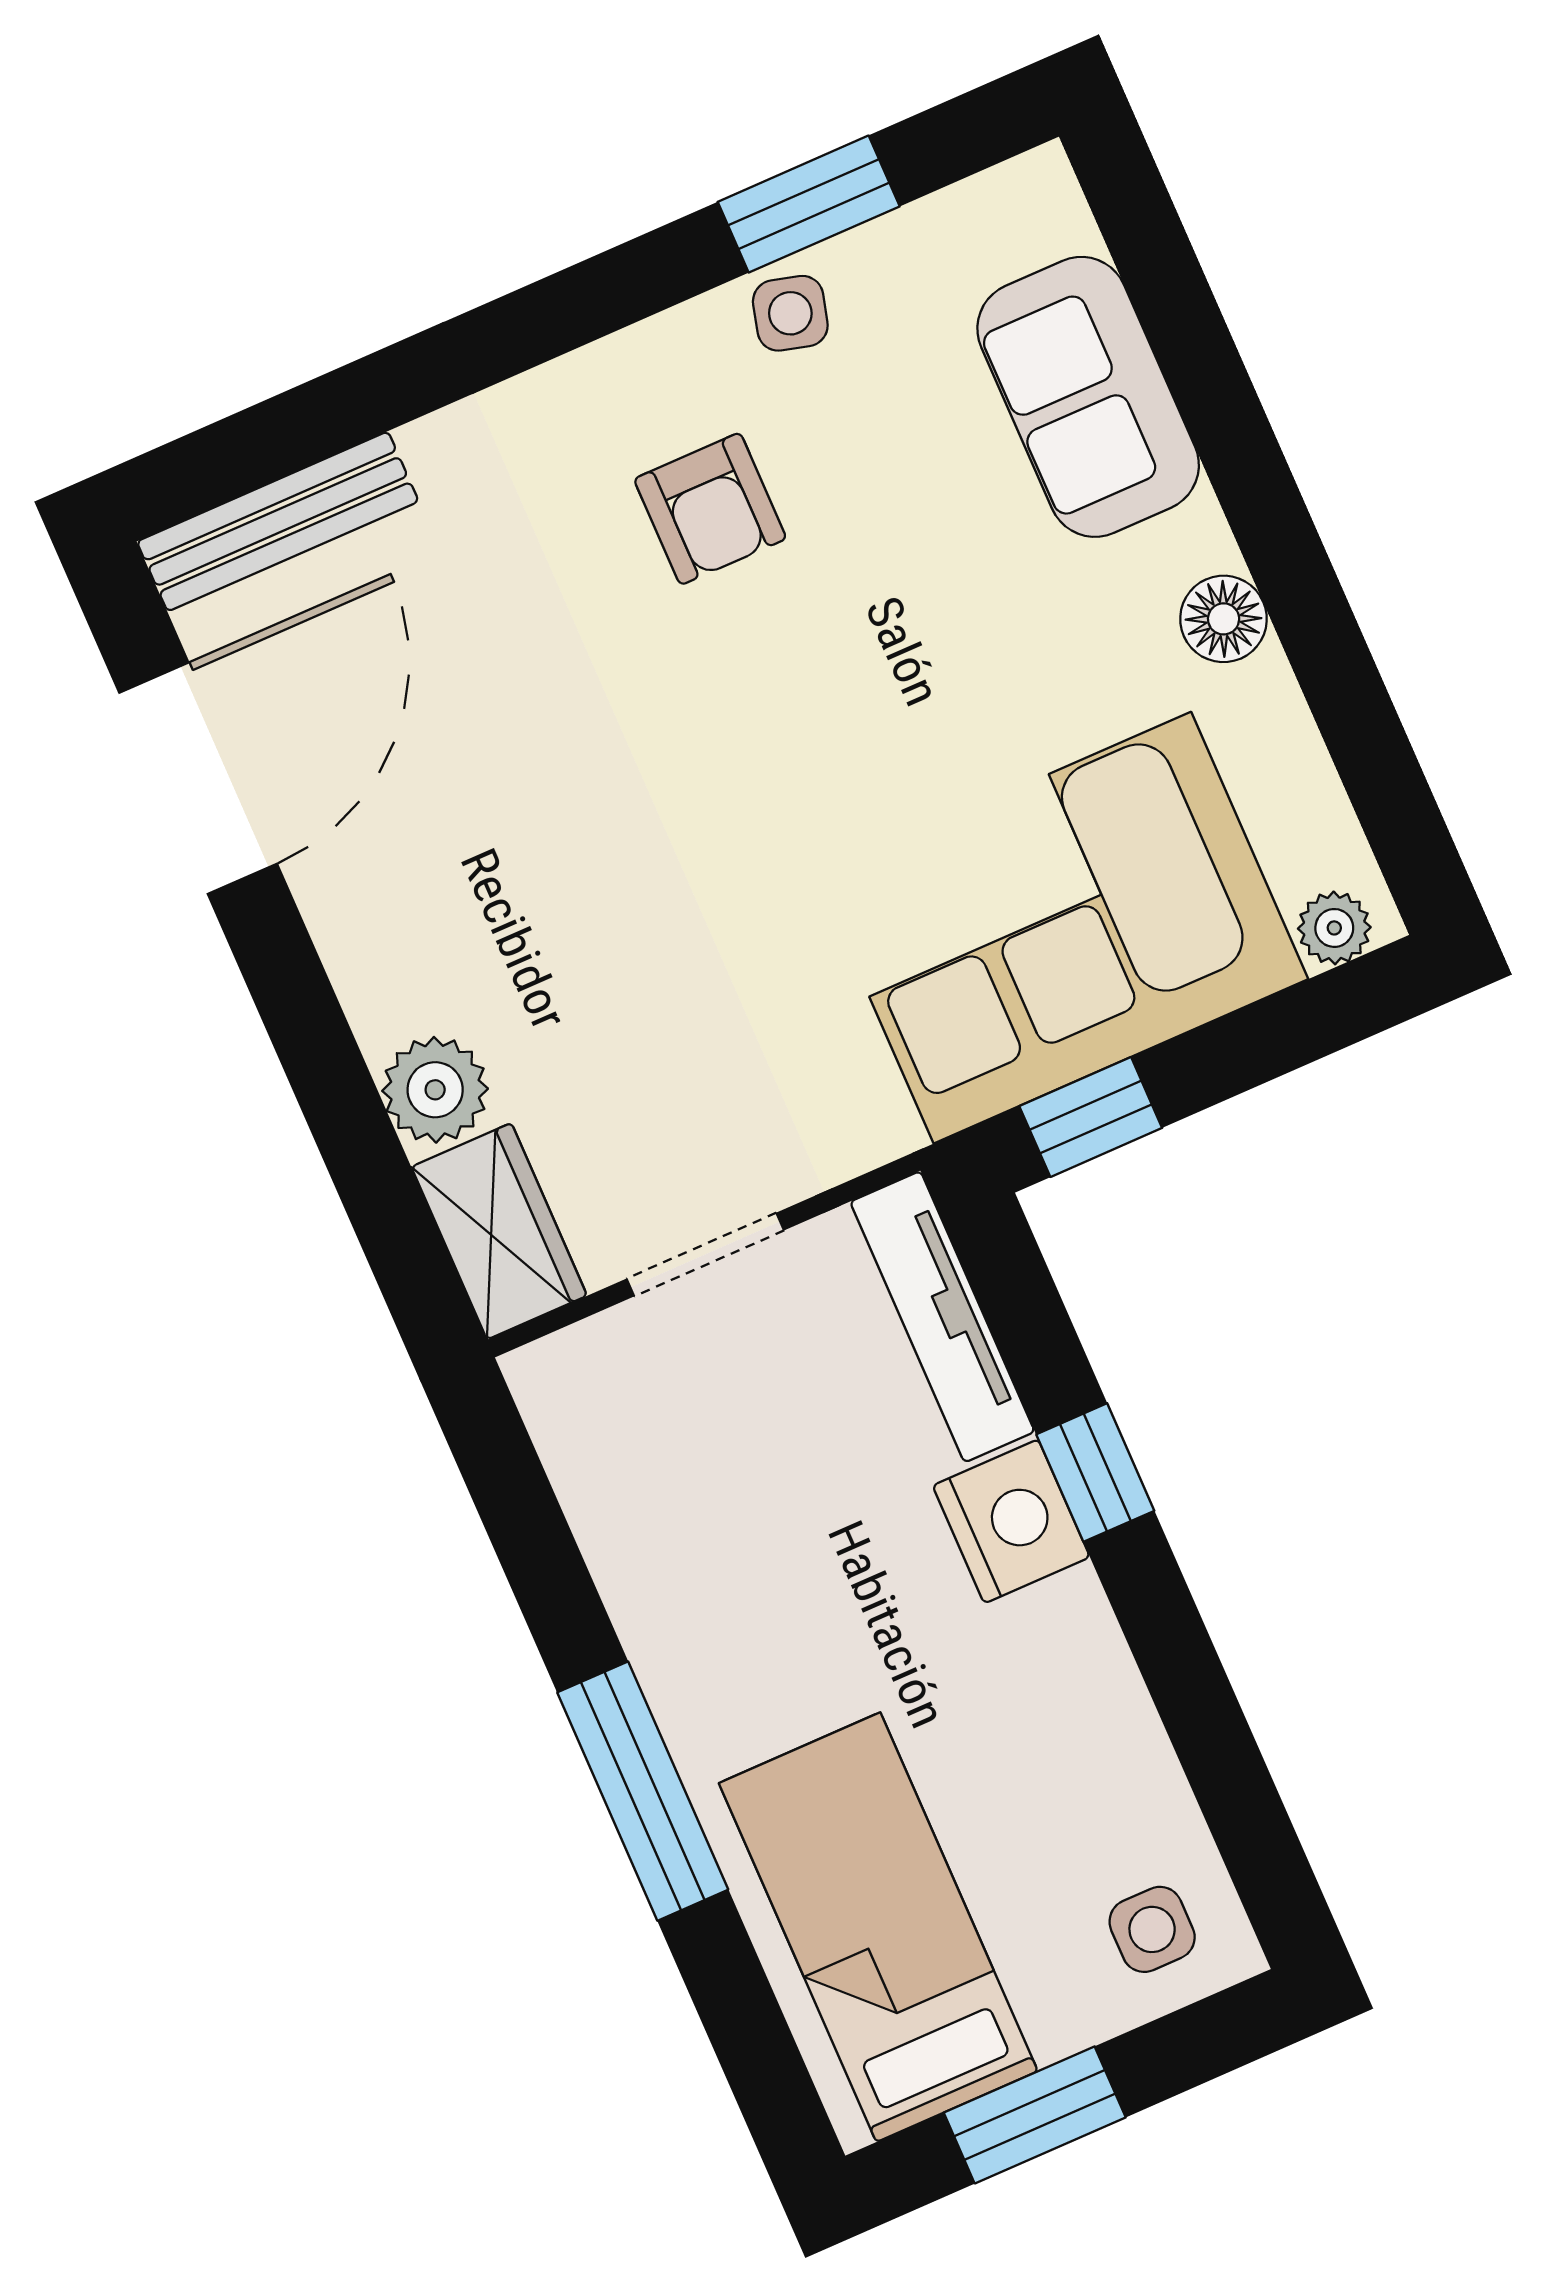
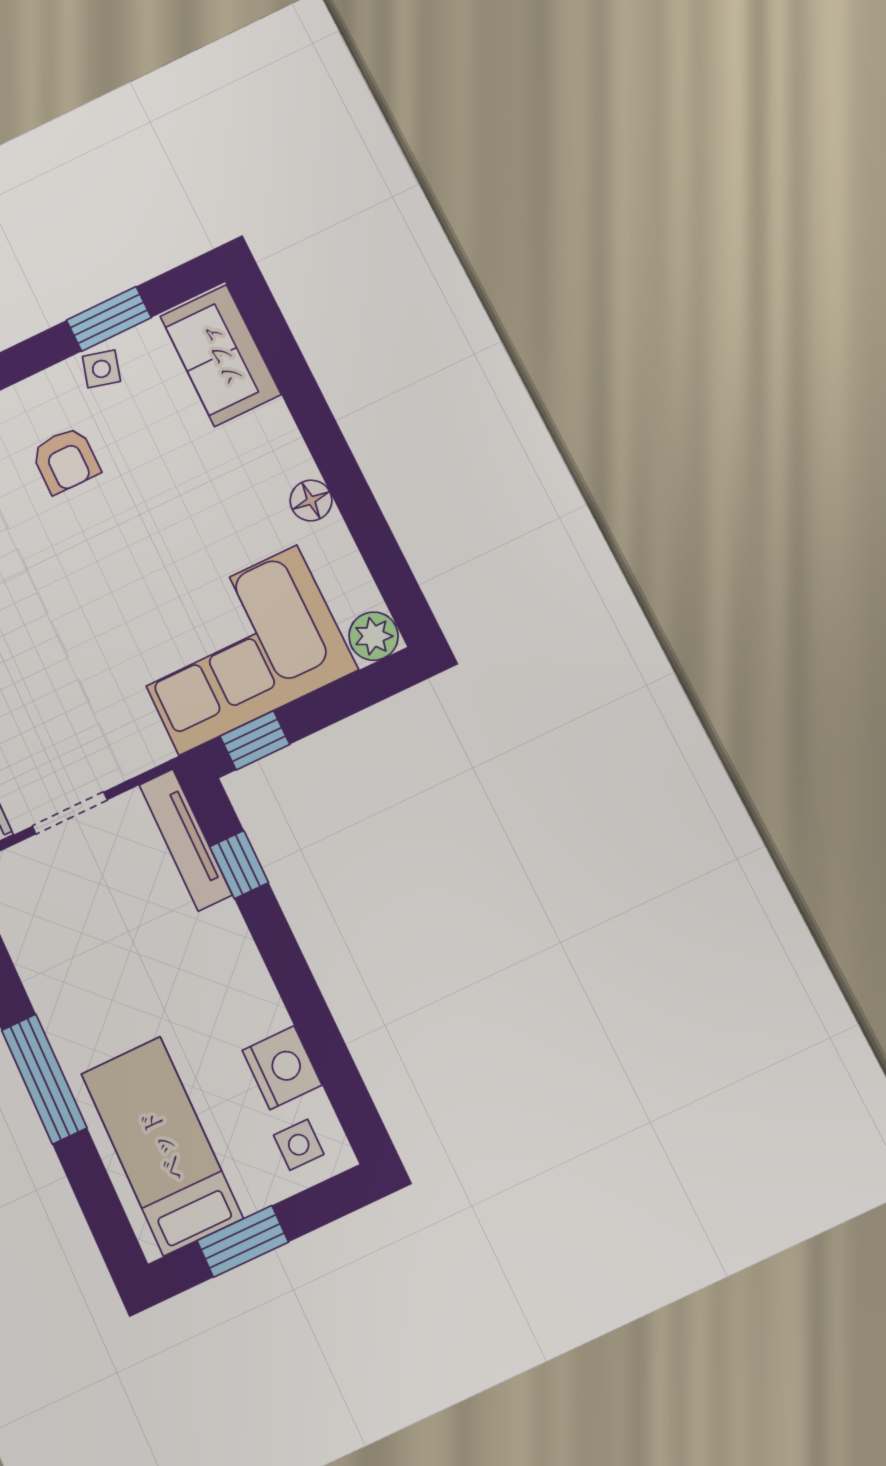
sofa: (1088, 397) -> (220, 355), moved
plant: (1334, 928) -> (374, 636), width x1.38, depth x1.38
window: (1095, 1473) -> (239, 865), moved
nightstand: (1011, 1521) -> (282, 1068), moved

